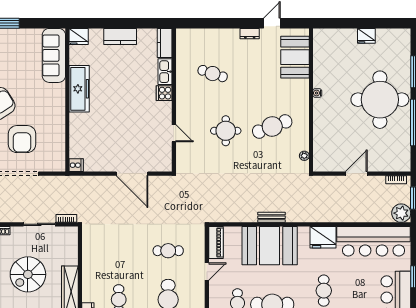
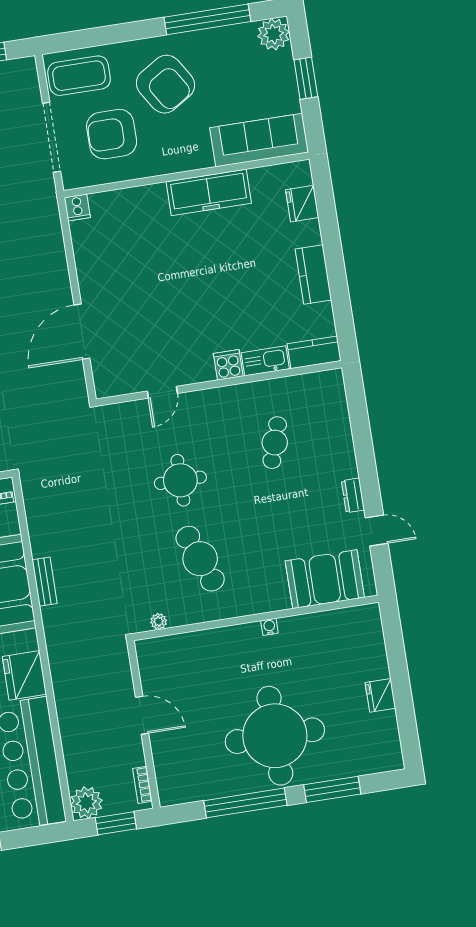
sofa: (54, 55) -> (259, 140), moved
freezer: (79, 89) -> (209, 192), moved
wall: (67, 100) -> (186, 175), moved
cooker: (76, 165) -> (77, 208), moved

